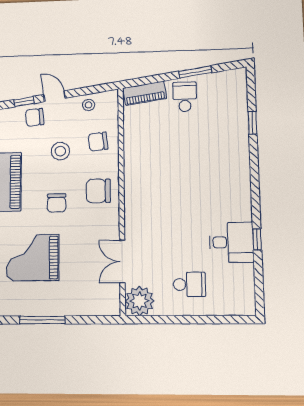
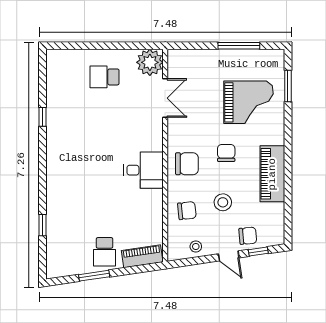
desk: (232, 242) -> (144, 170), moved, turned 180

